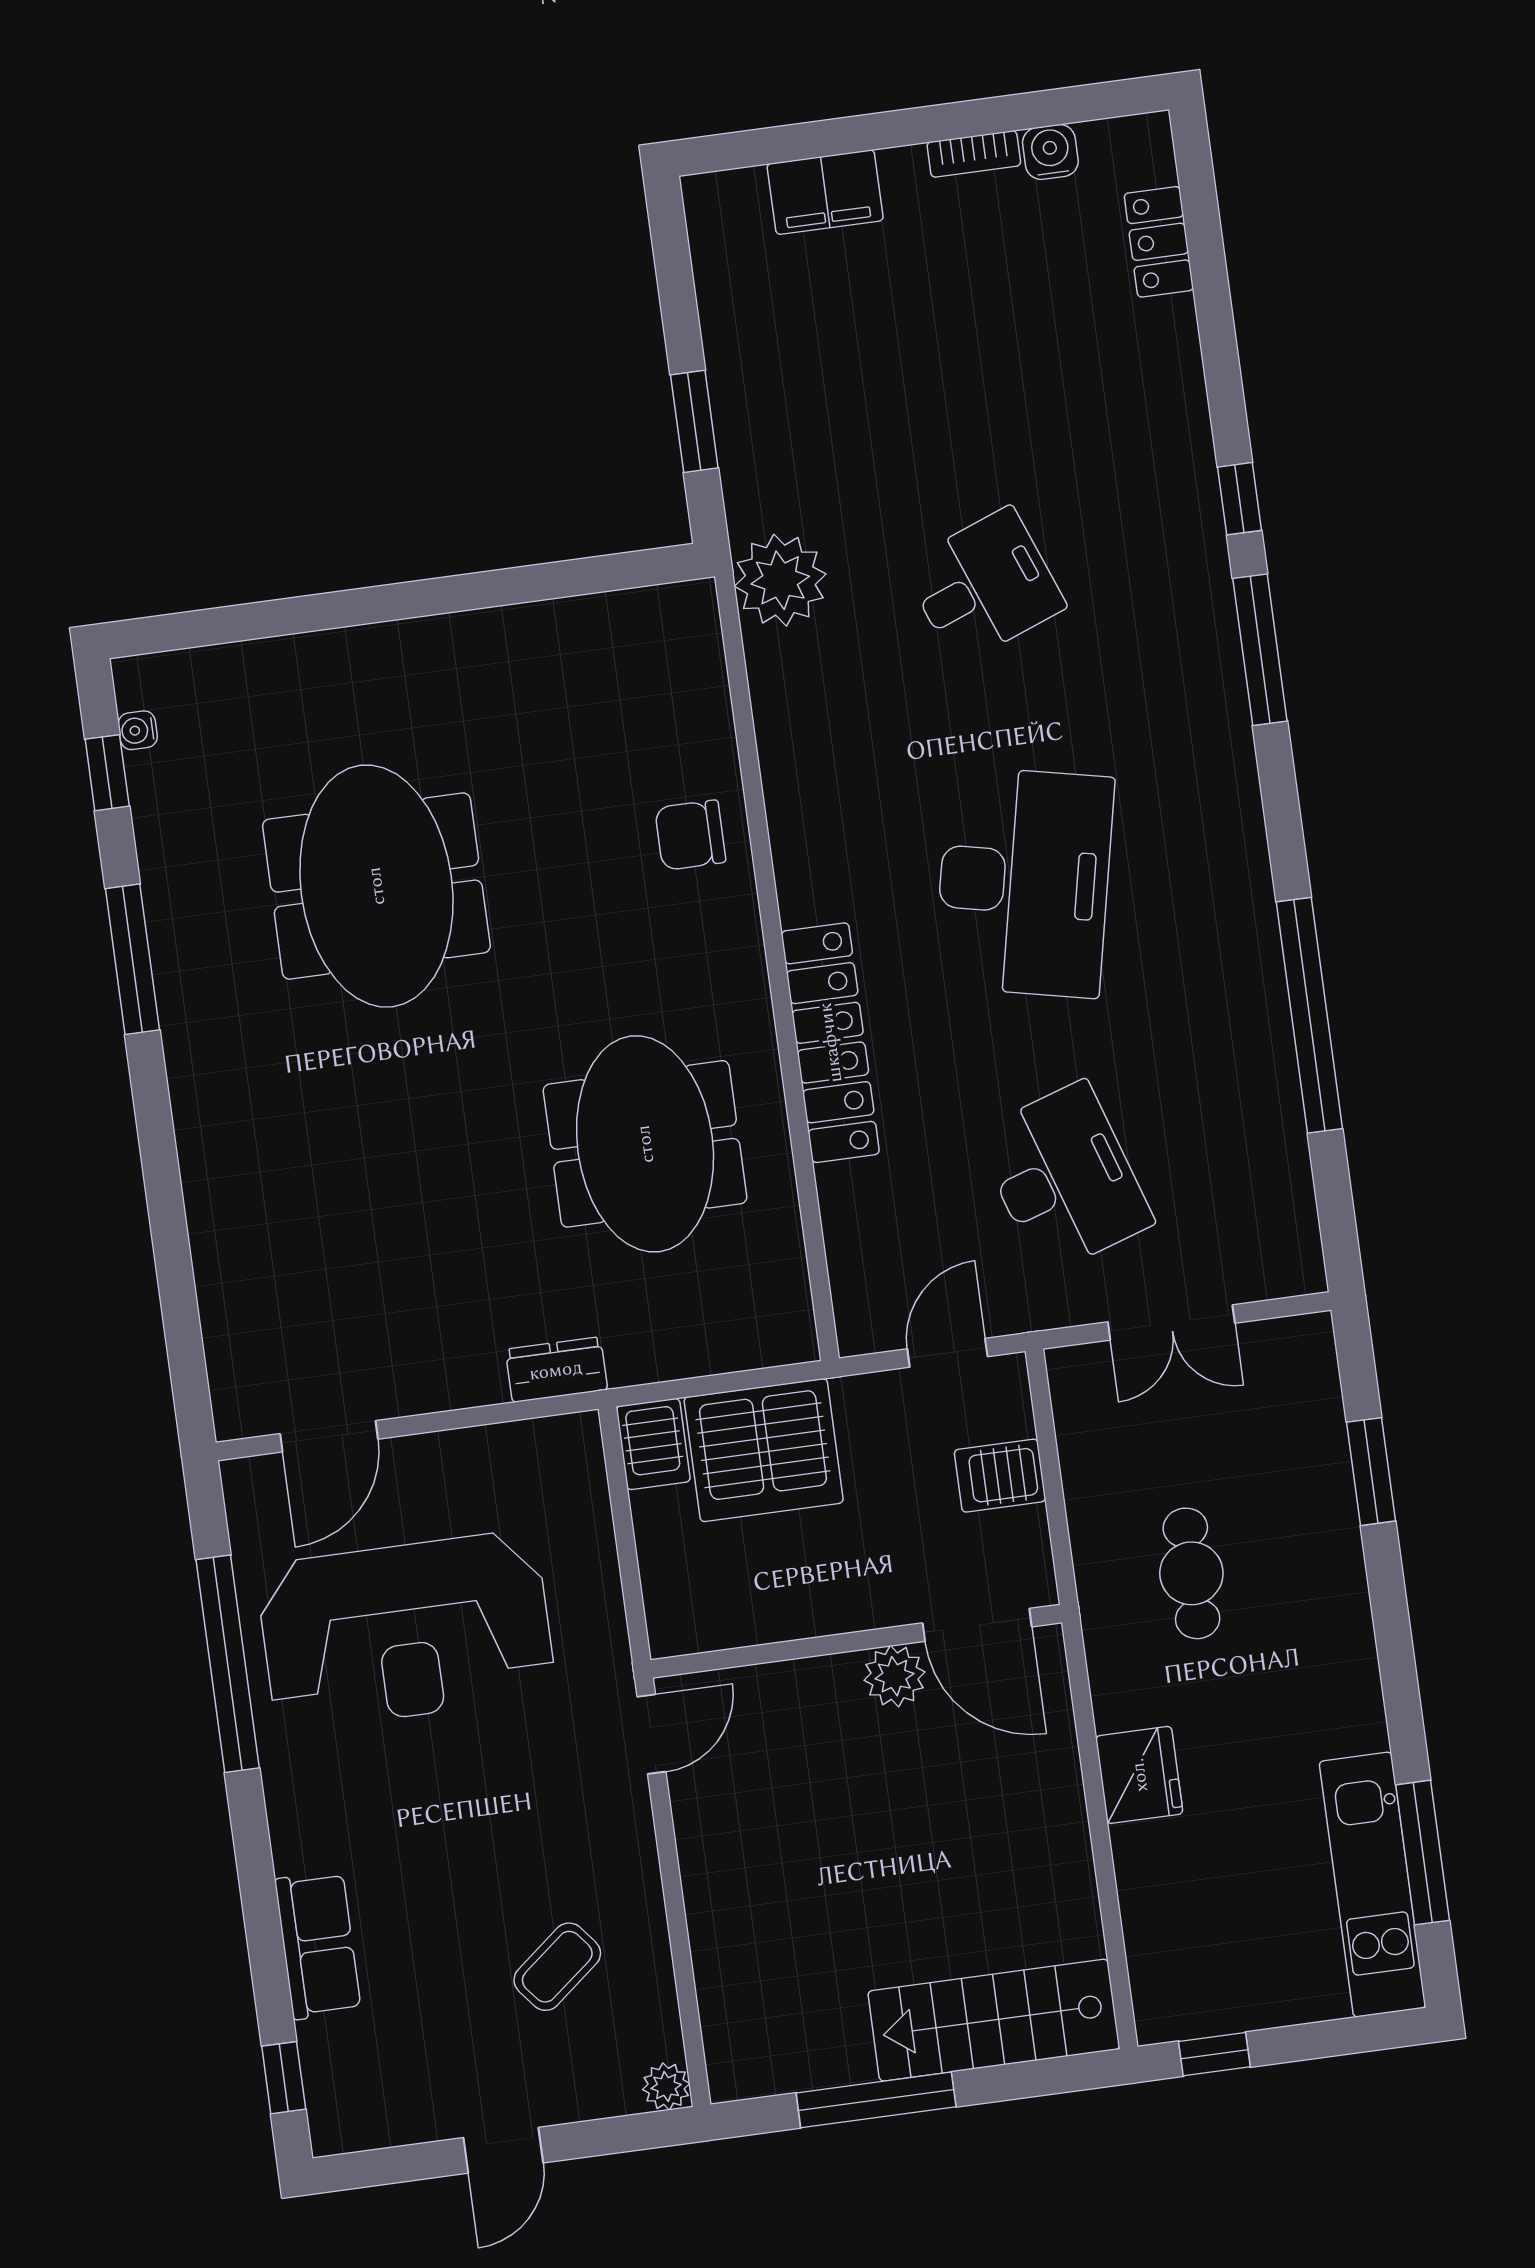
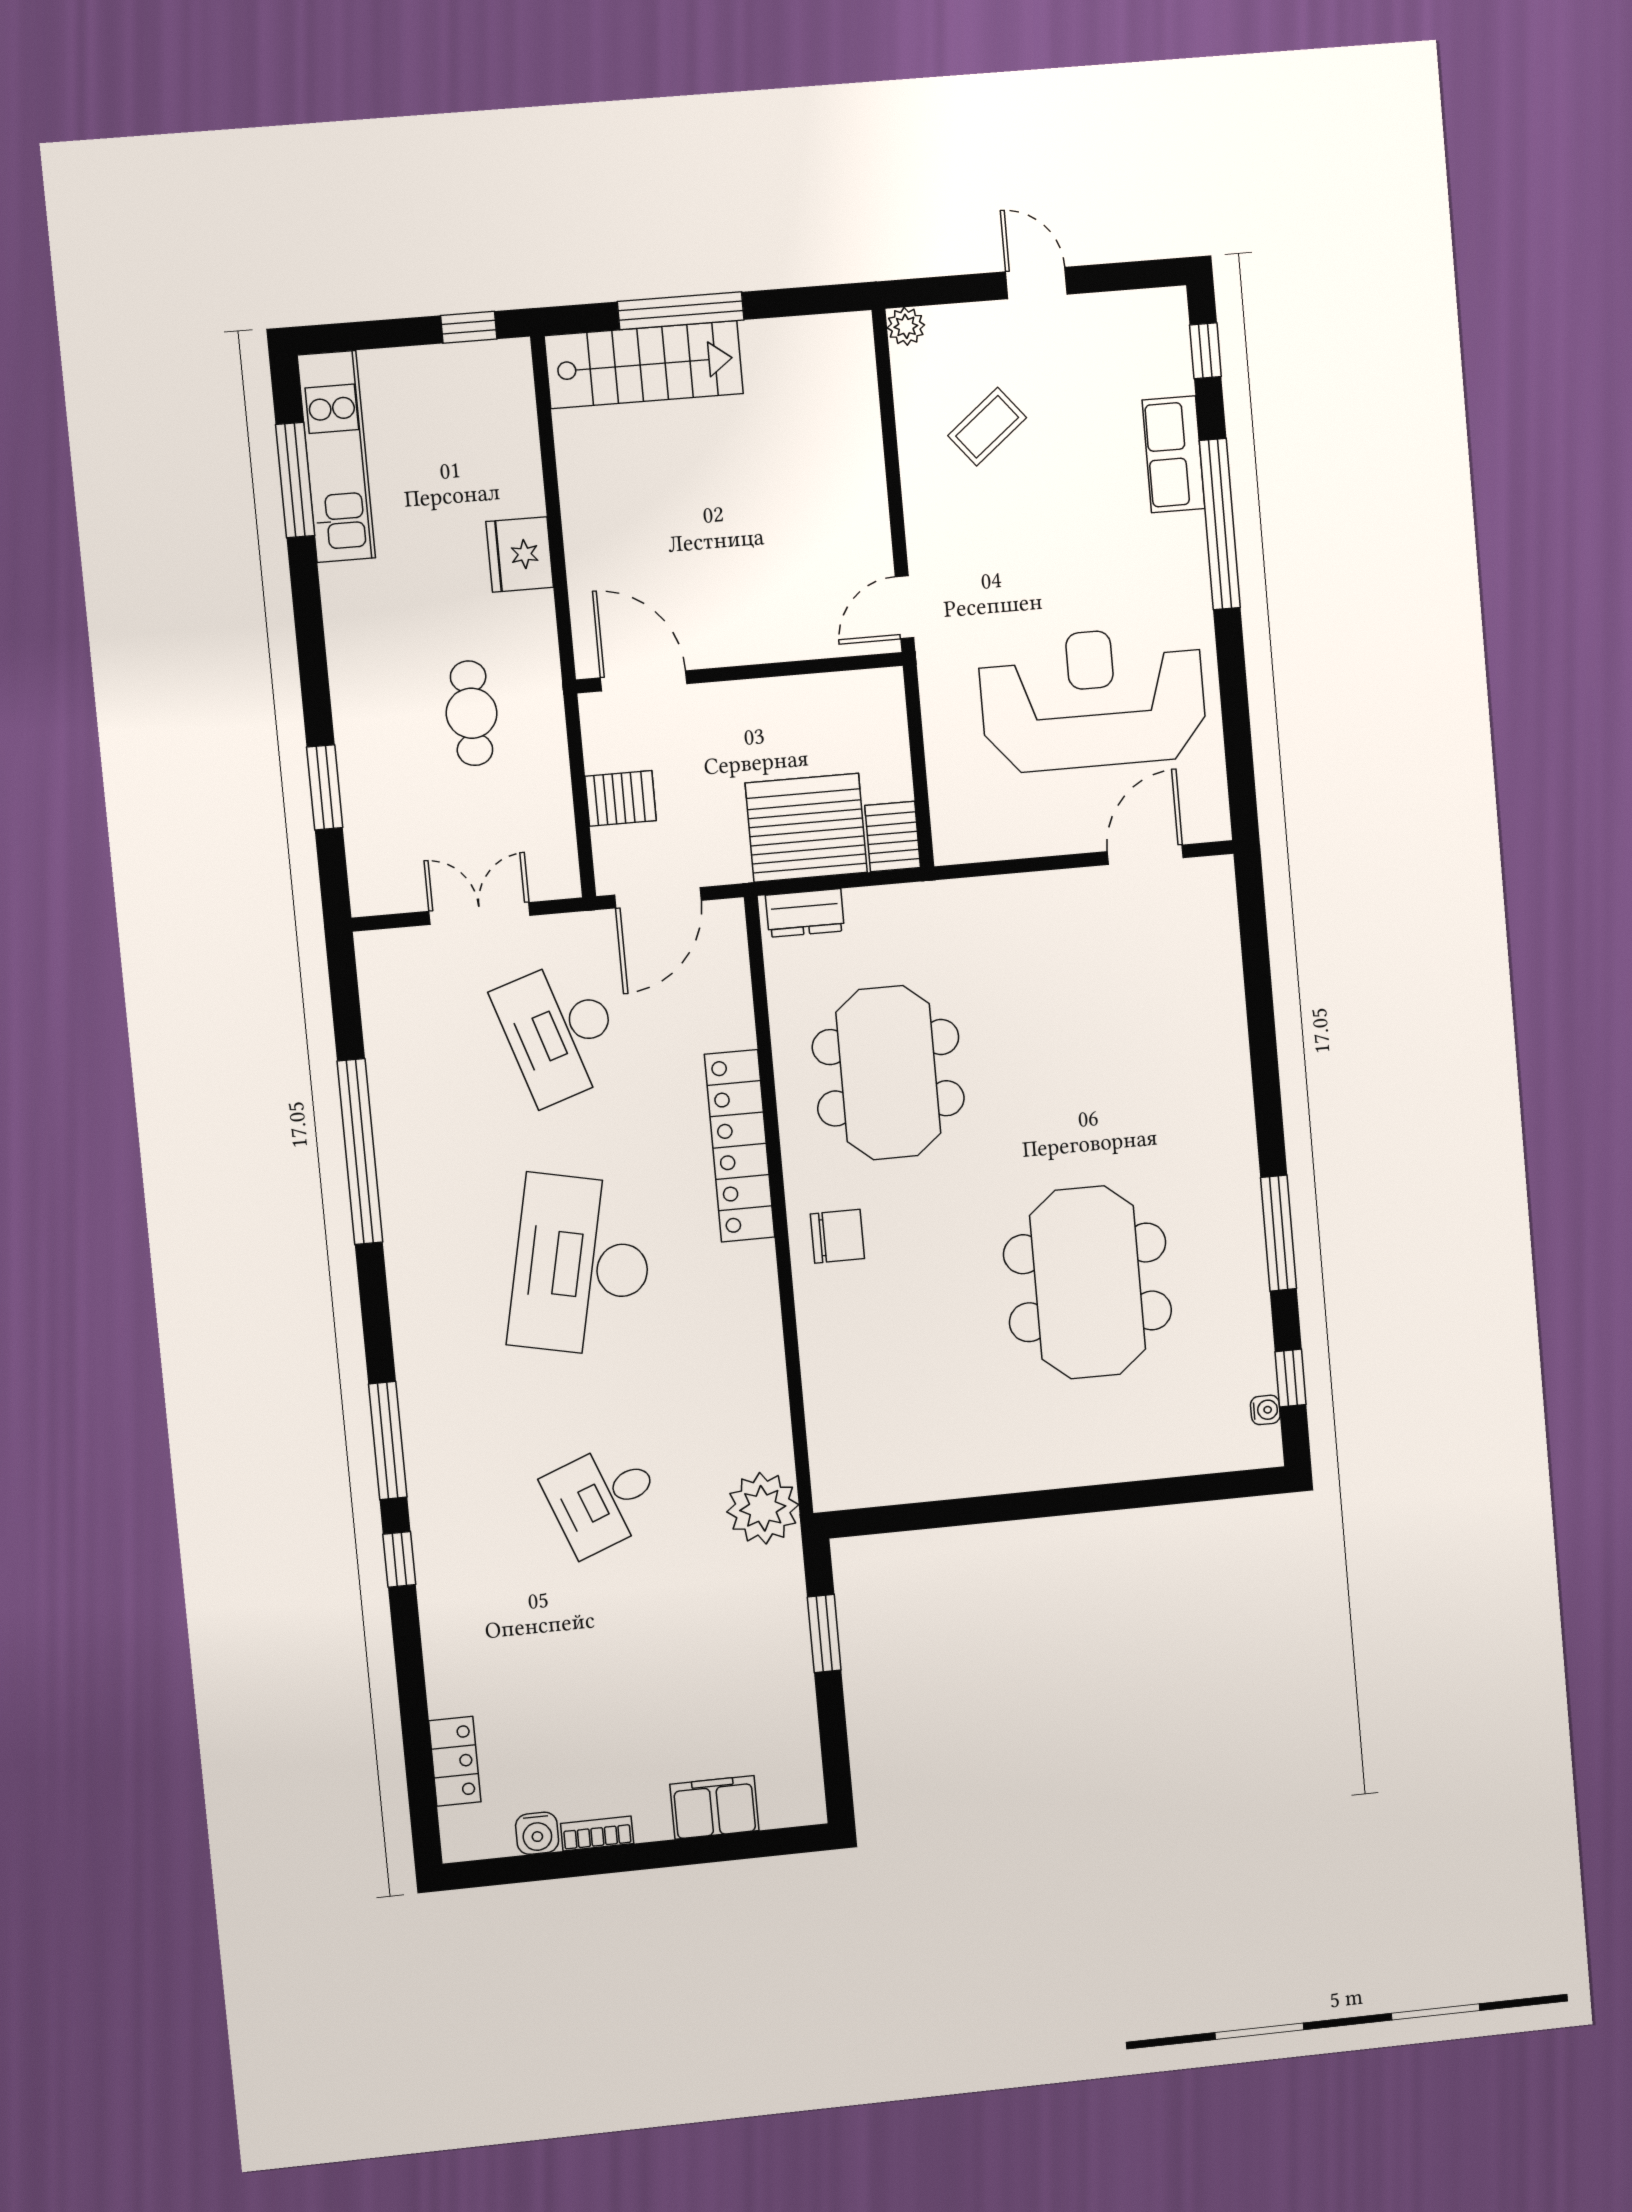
chair: (690, 835) -> (837, 1236), moved
door: (947, 1353) -> (658, 898), width x1.38
dresser: (556, 1370) -> (805, 913), moved
window: (228, 1664) -> (1220, 524), moved
plant: (894, 1676) -> (711, 643), removed
window: (876, 2100) -> (681, 311), moved
door: (503, 2150) -> (1036, 283), hinge flipped

